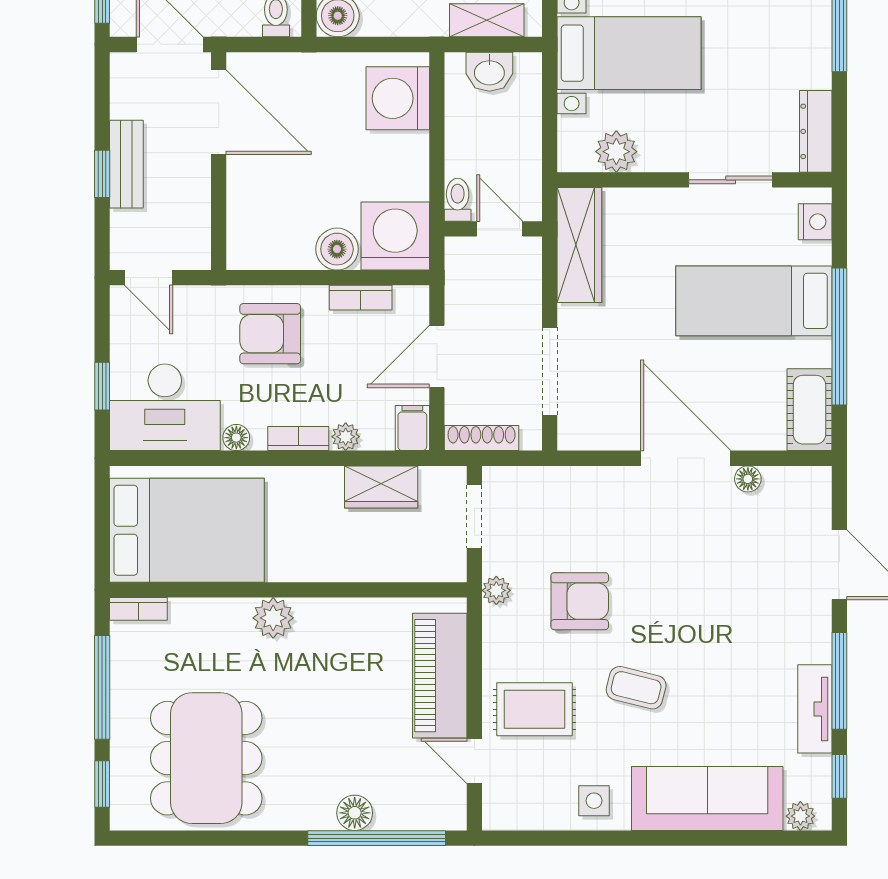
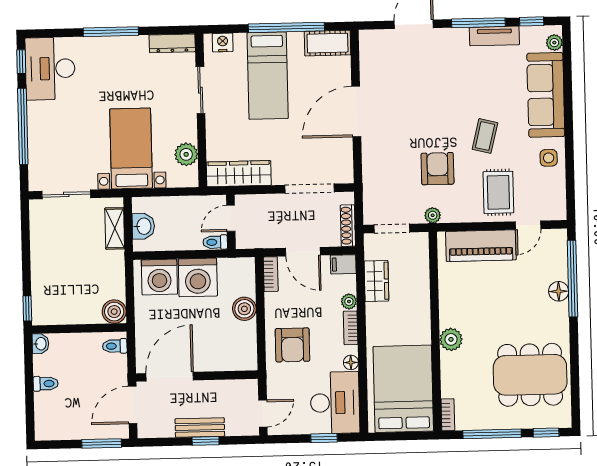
washing machine: (395, 236) -> (198, 277), moved, turned -90
bookcase: (361, 298) -> (271, 274), moved
floor lamp: (748, 479) -> (367, 77), removed

